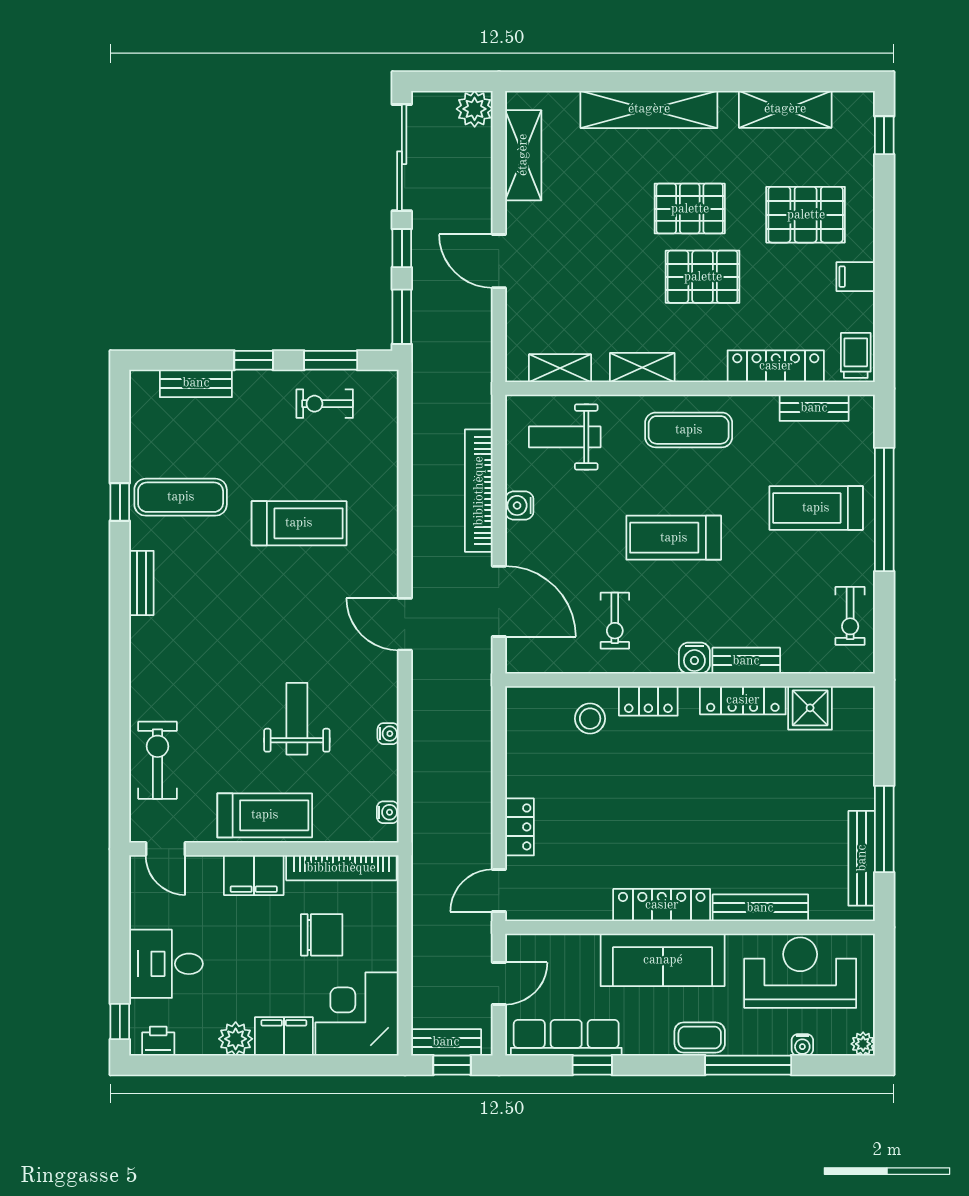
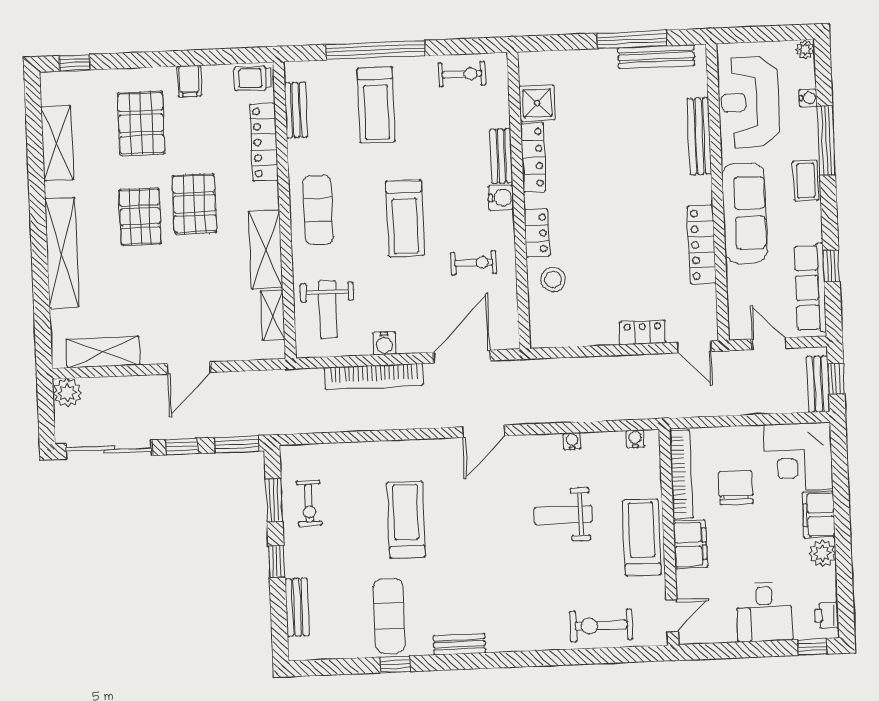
shelving: (642, 368) -> (266, 249), width x1.50, depth x1.33
locker: (662, 905) -> (702, 245), moved

